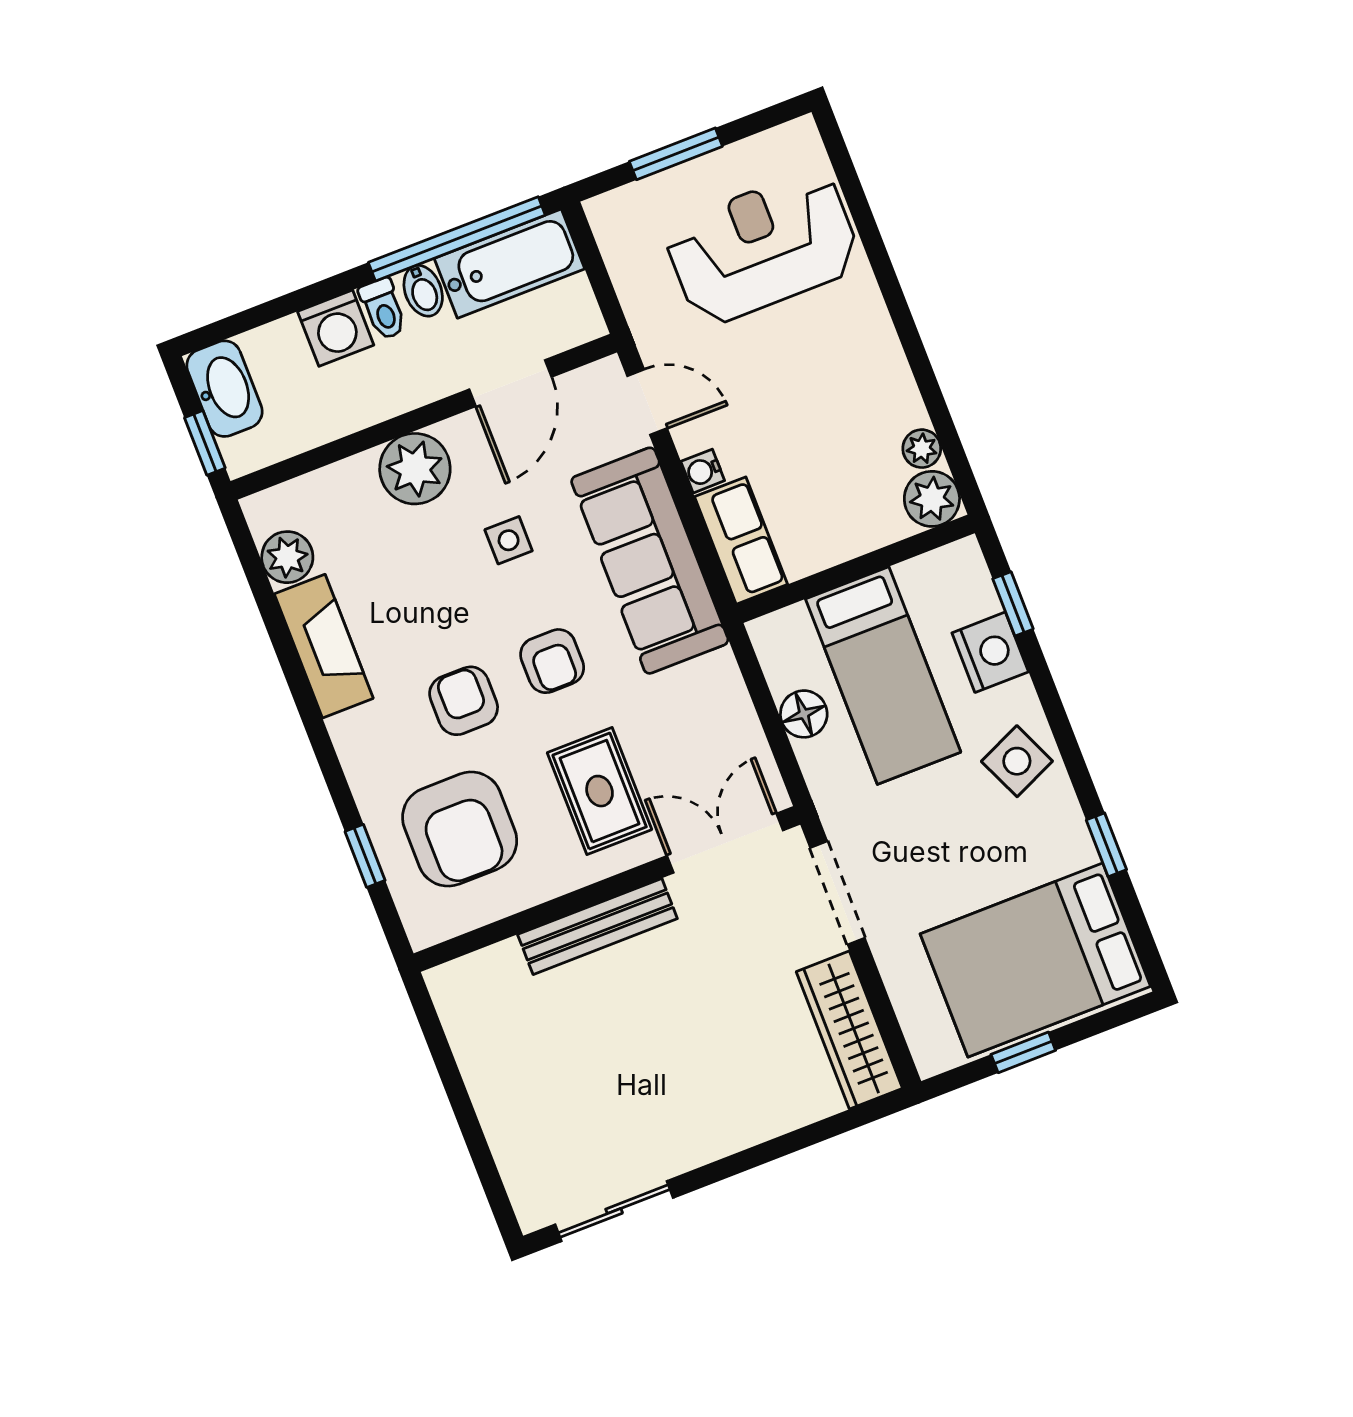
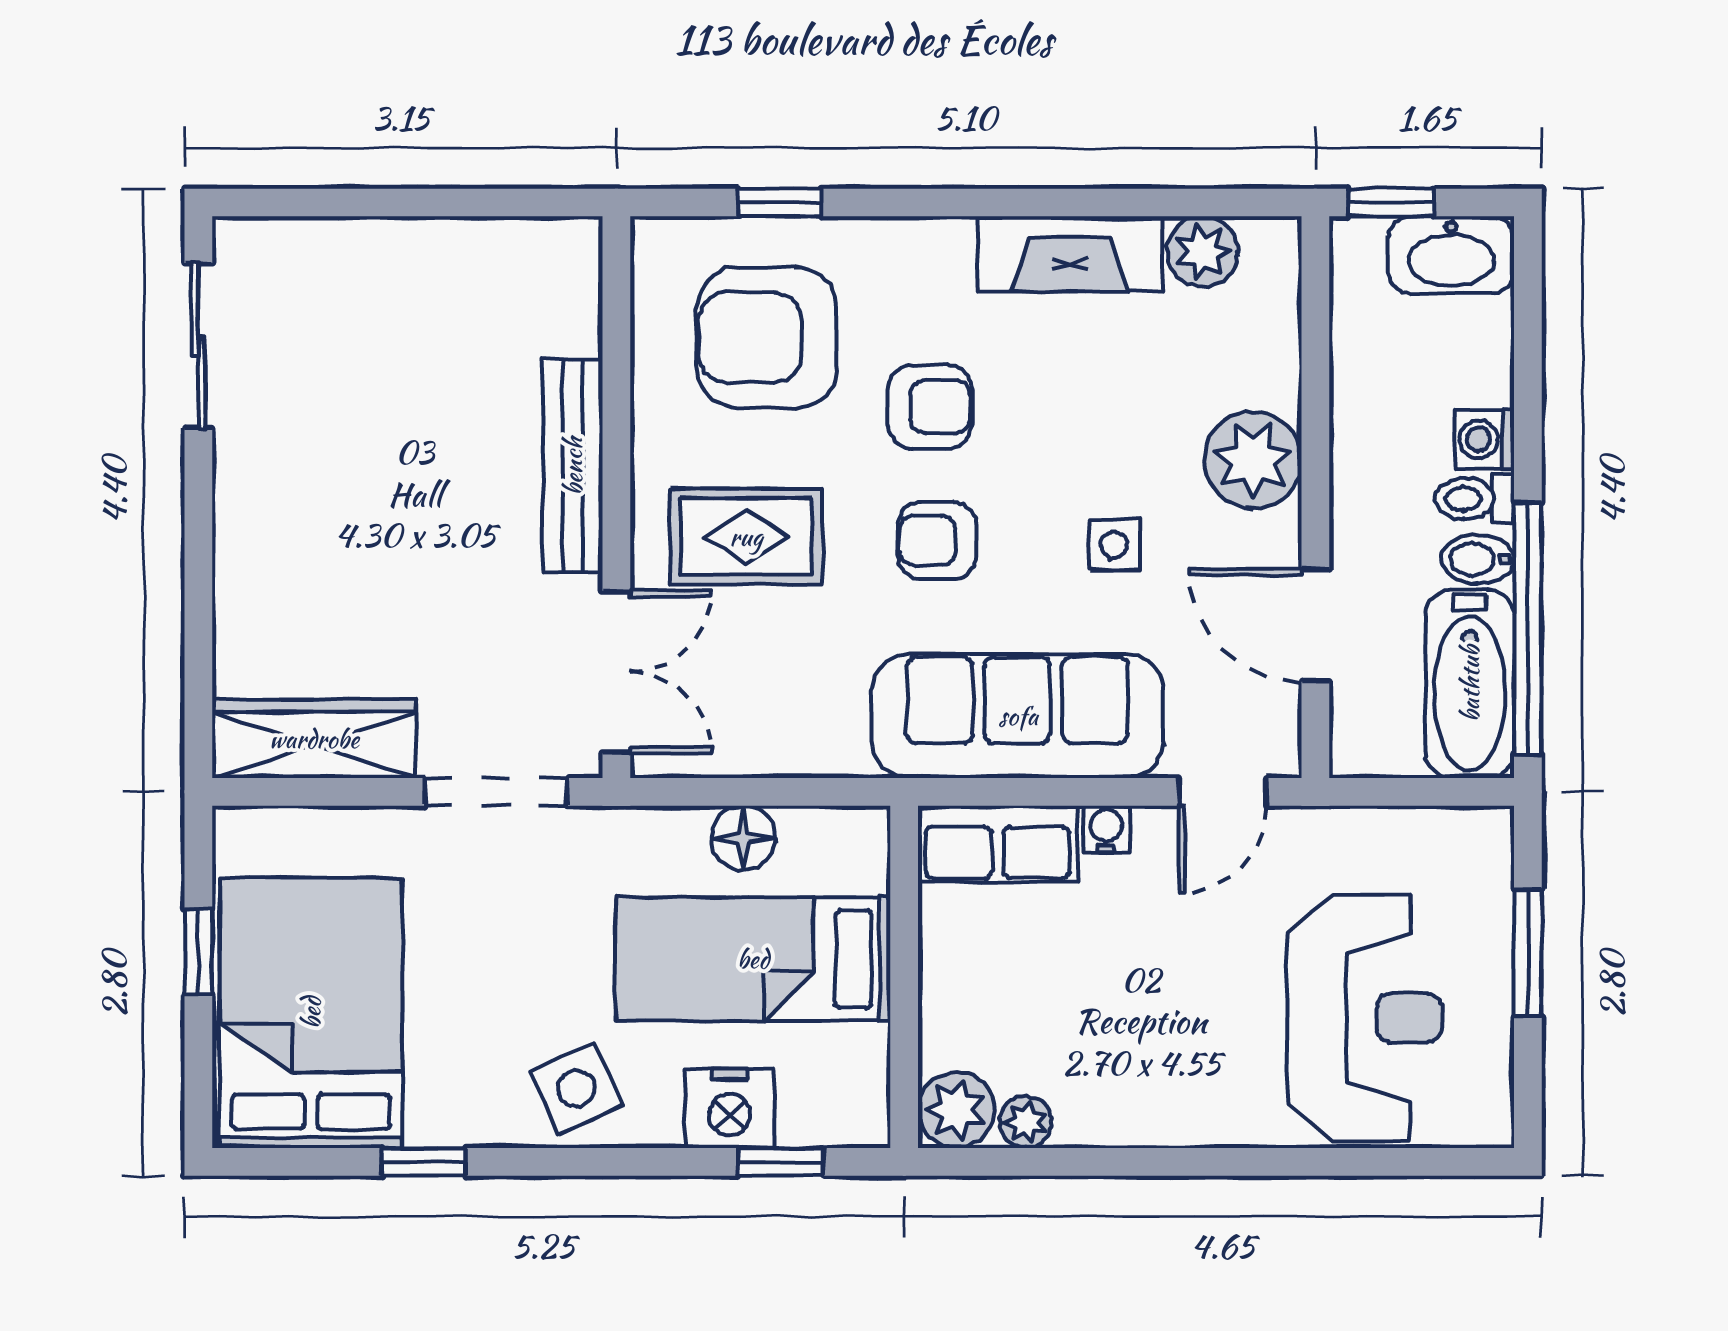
washing machine: (336, 328) -> (1484, 439), width x0.73, depth x0.73

